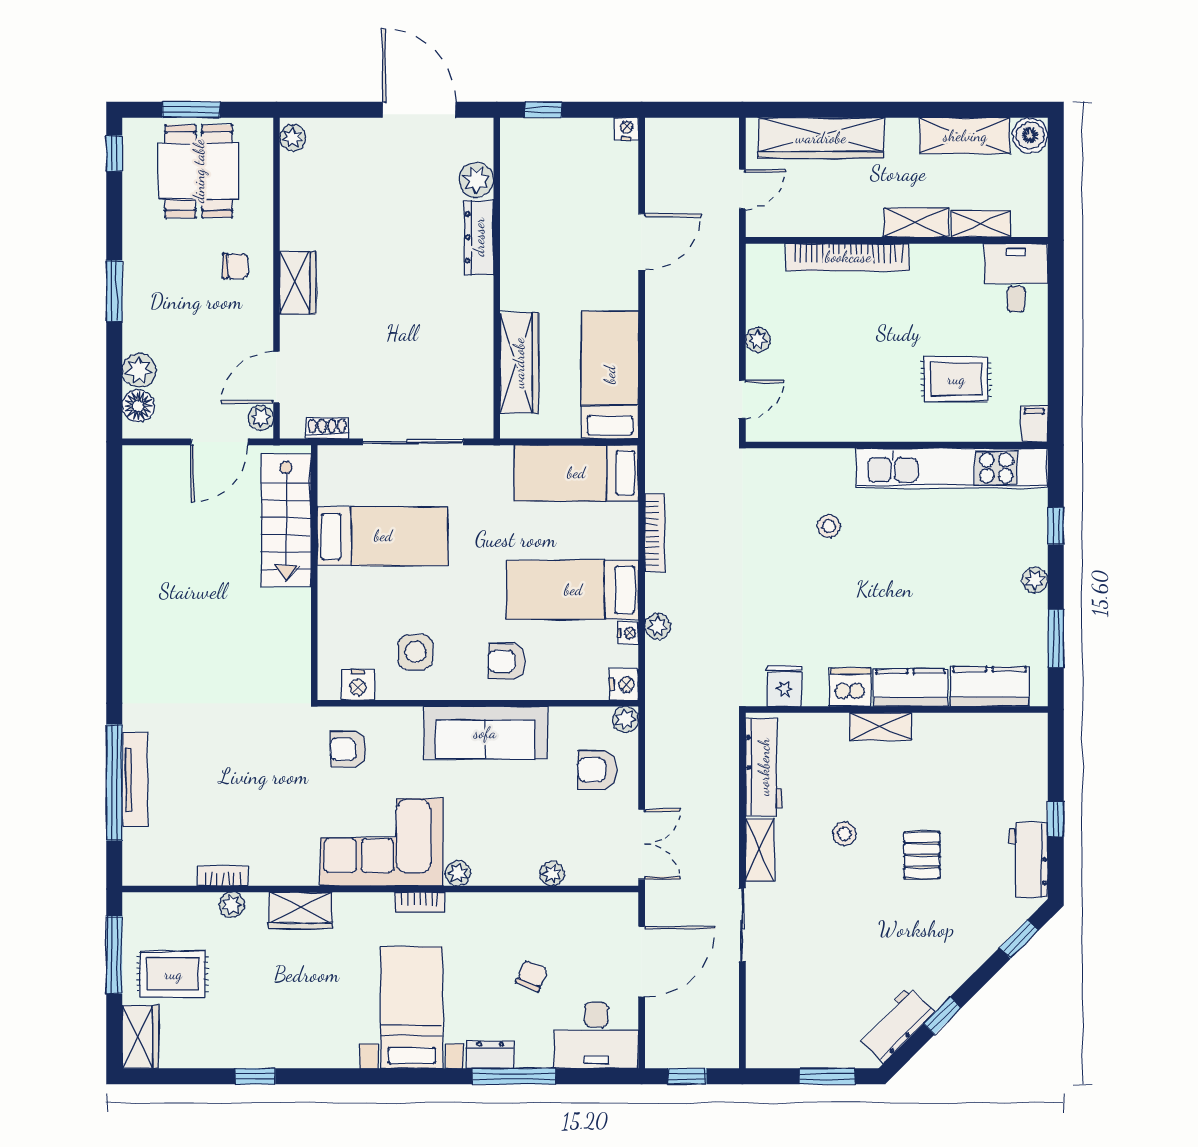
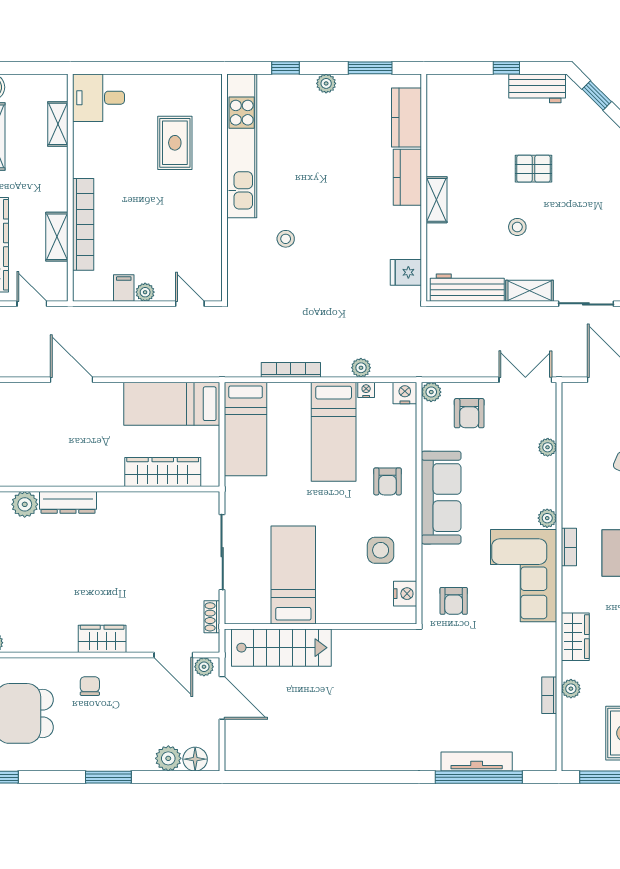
shelving: (916, 223) -> (57, 237), moved
filing cabinet: (1034, 424) -> (124, 288), moved, turned 90
dishwasher: (850, 687) -> (407, 223), removed

